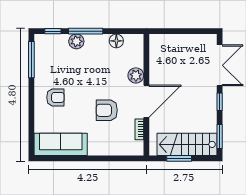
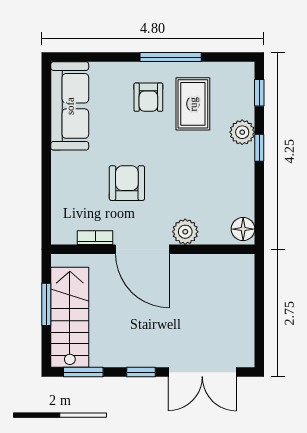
window: (86, 31) -> (259, 148), width x0.46
floor lamp: (116, 41) -> (243, 229), moved
window: (31, 60) -> (171, 57), moved
rug: (59, 71) -> (193, 104), added

